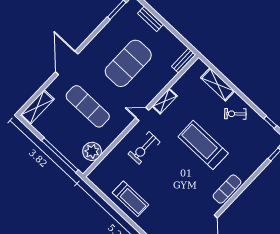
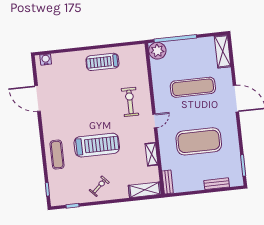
exercise mat: (128, 63) -> (199, 141), turned 90
shelving: (218, 84) -> (145, 190), moved
shelving: (165, 101) -> (151, 154), moved
plant: (92, 151) -> (157, 51), moved
exercise mat: (227, 189) -> (57, 155), moved

